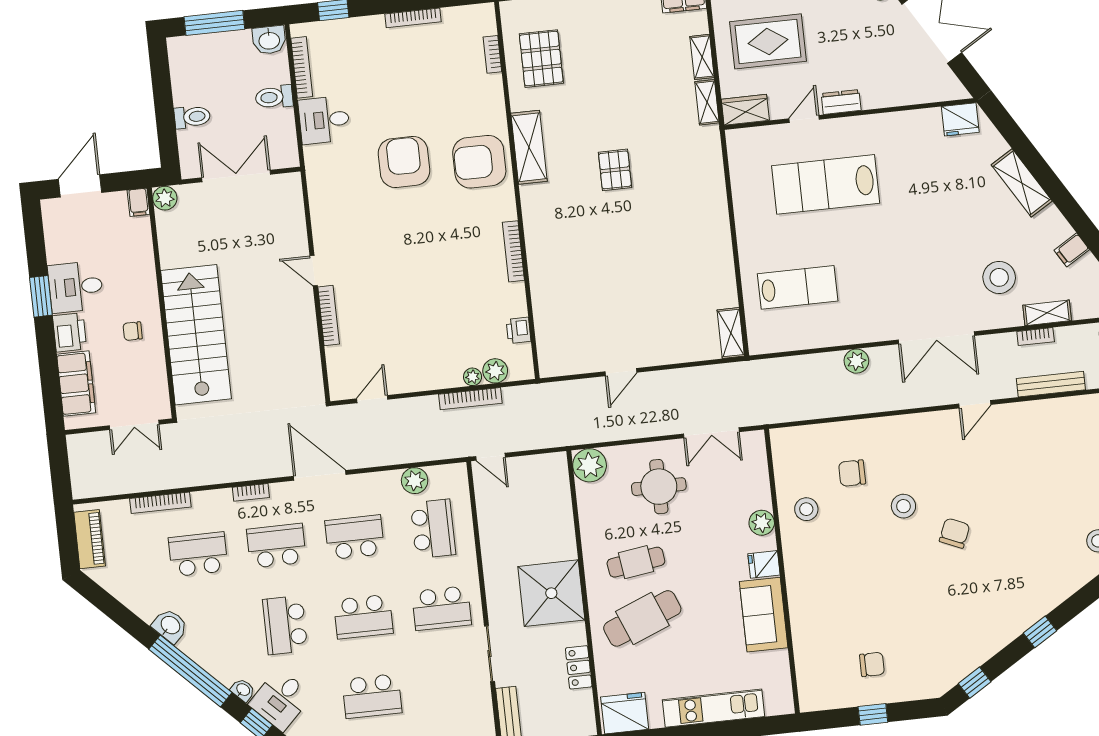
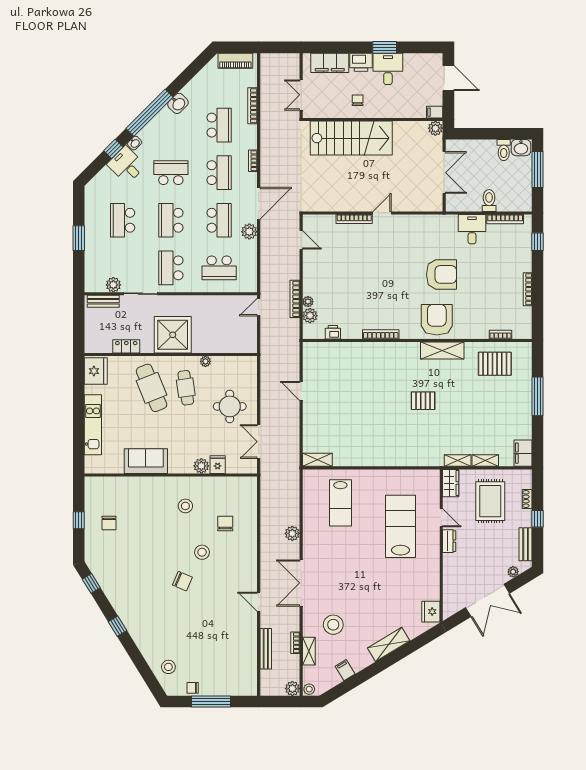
washbasin: (269, 40) -> (521, 148), moved, turned -90
toilet: (192, 117) -> (504, 150), moved
plant: (590, 465) -> (205, 361), moved, width x0.53, depth x0.53
plant: (415, 481) -> (249, 232), moved
stool: (806, 509) -> (185, 506), moved
fridge: (764, 564) -> (218, 465), moved
plant: (480, 700) -> (113, 285), added

